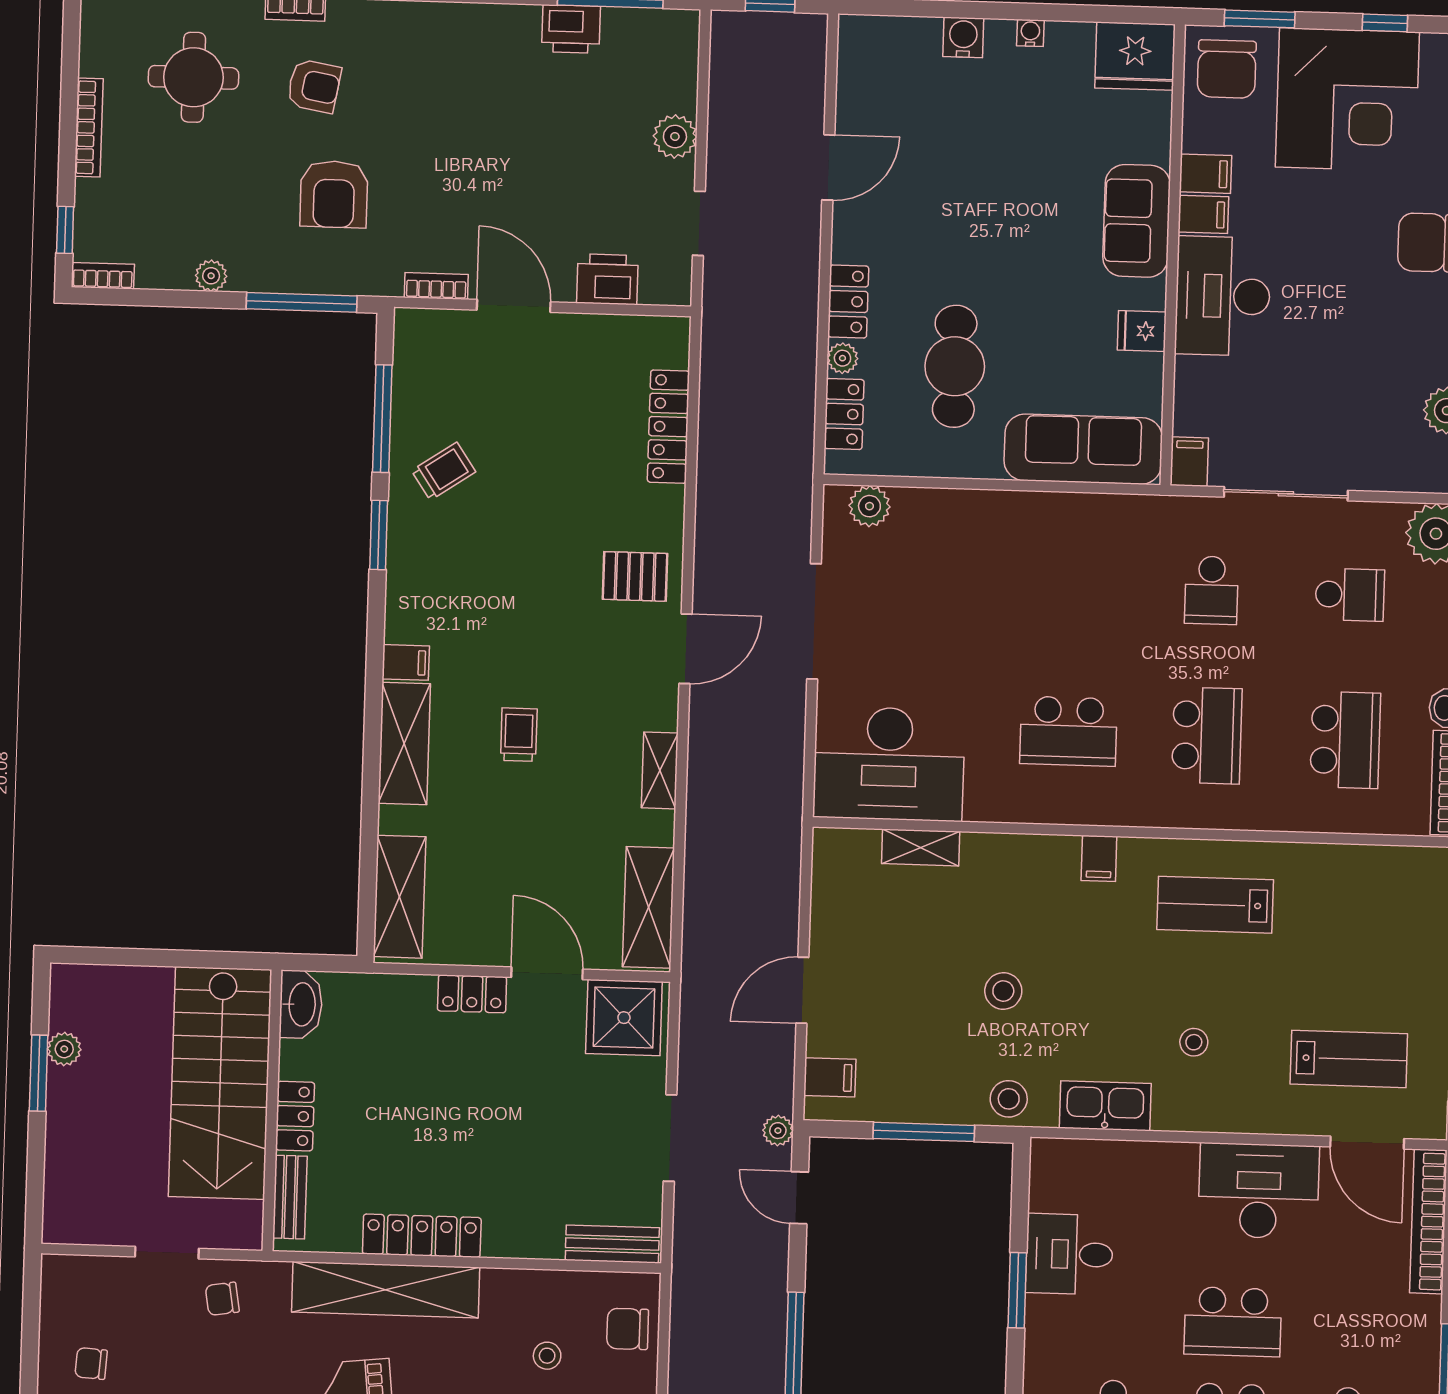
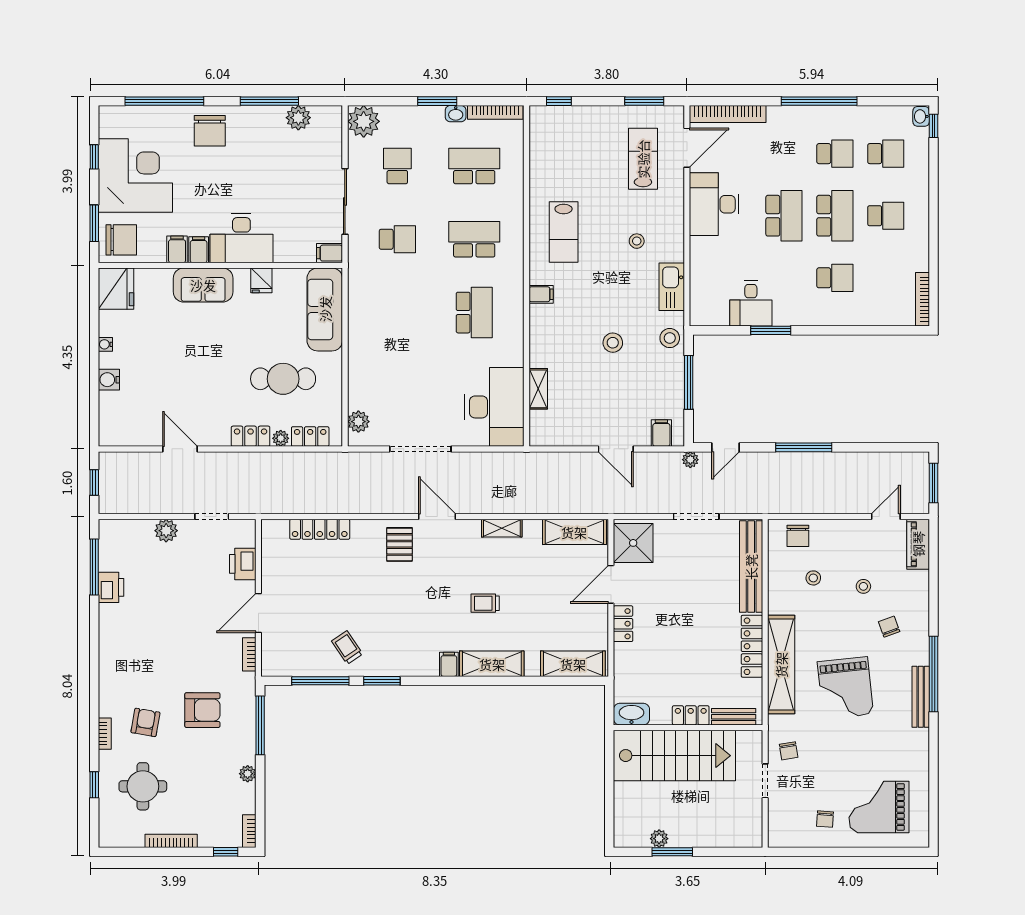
bench: (612, 1244) -> (751, 567), width x1.86, depth x1.21

